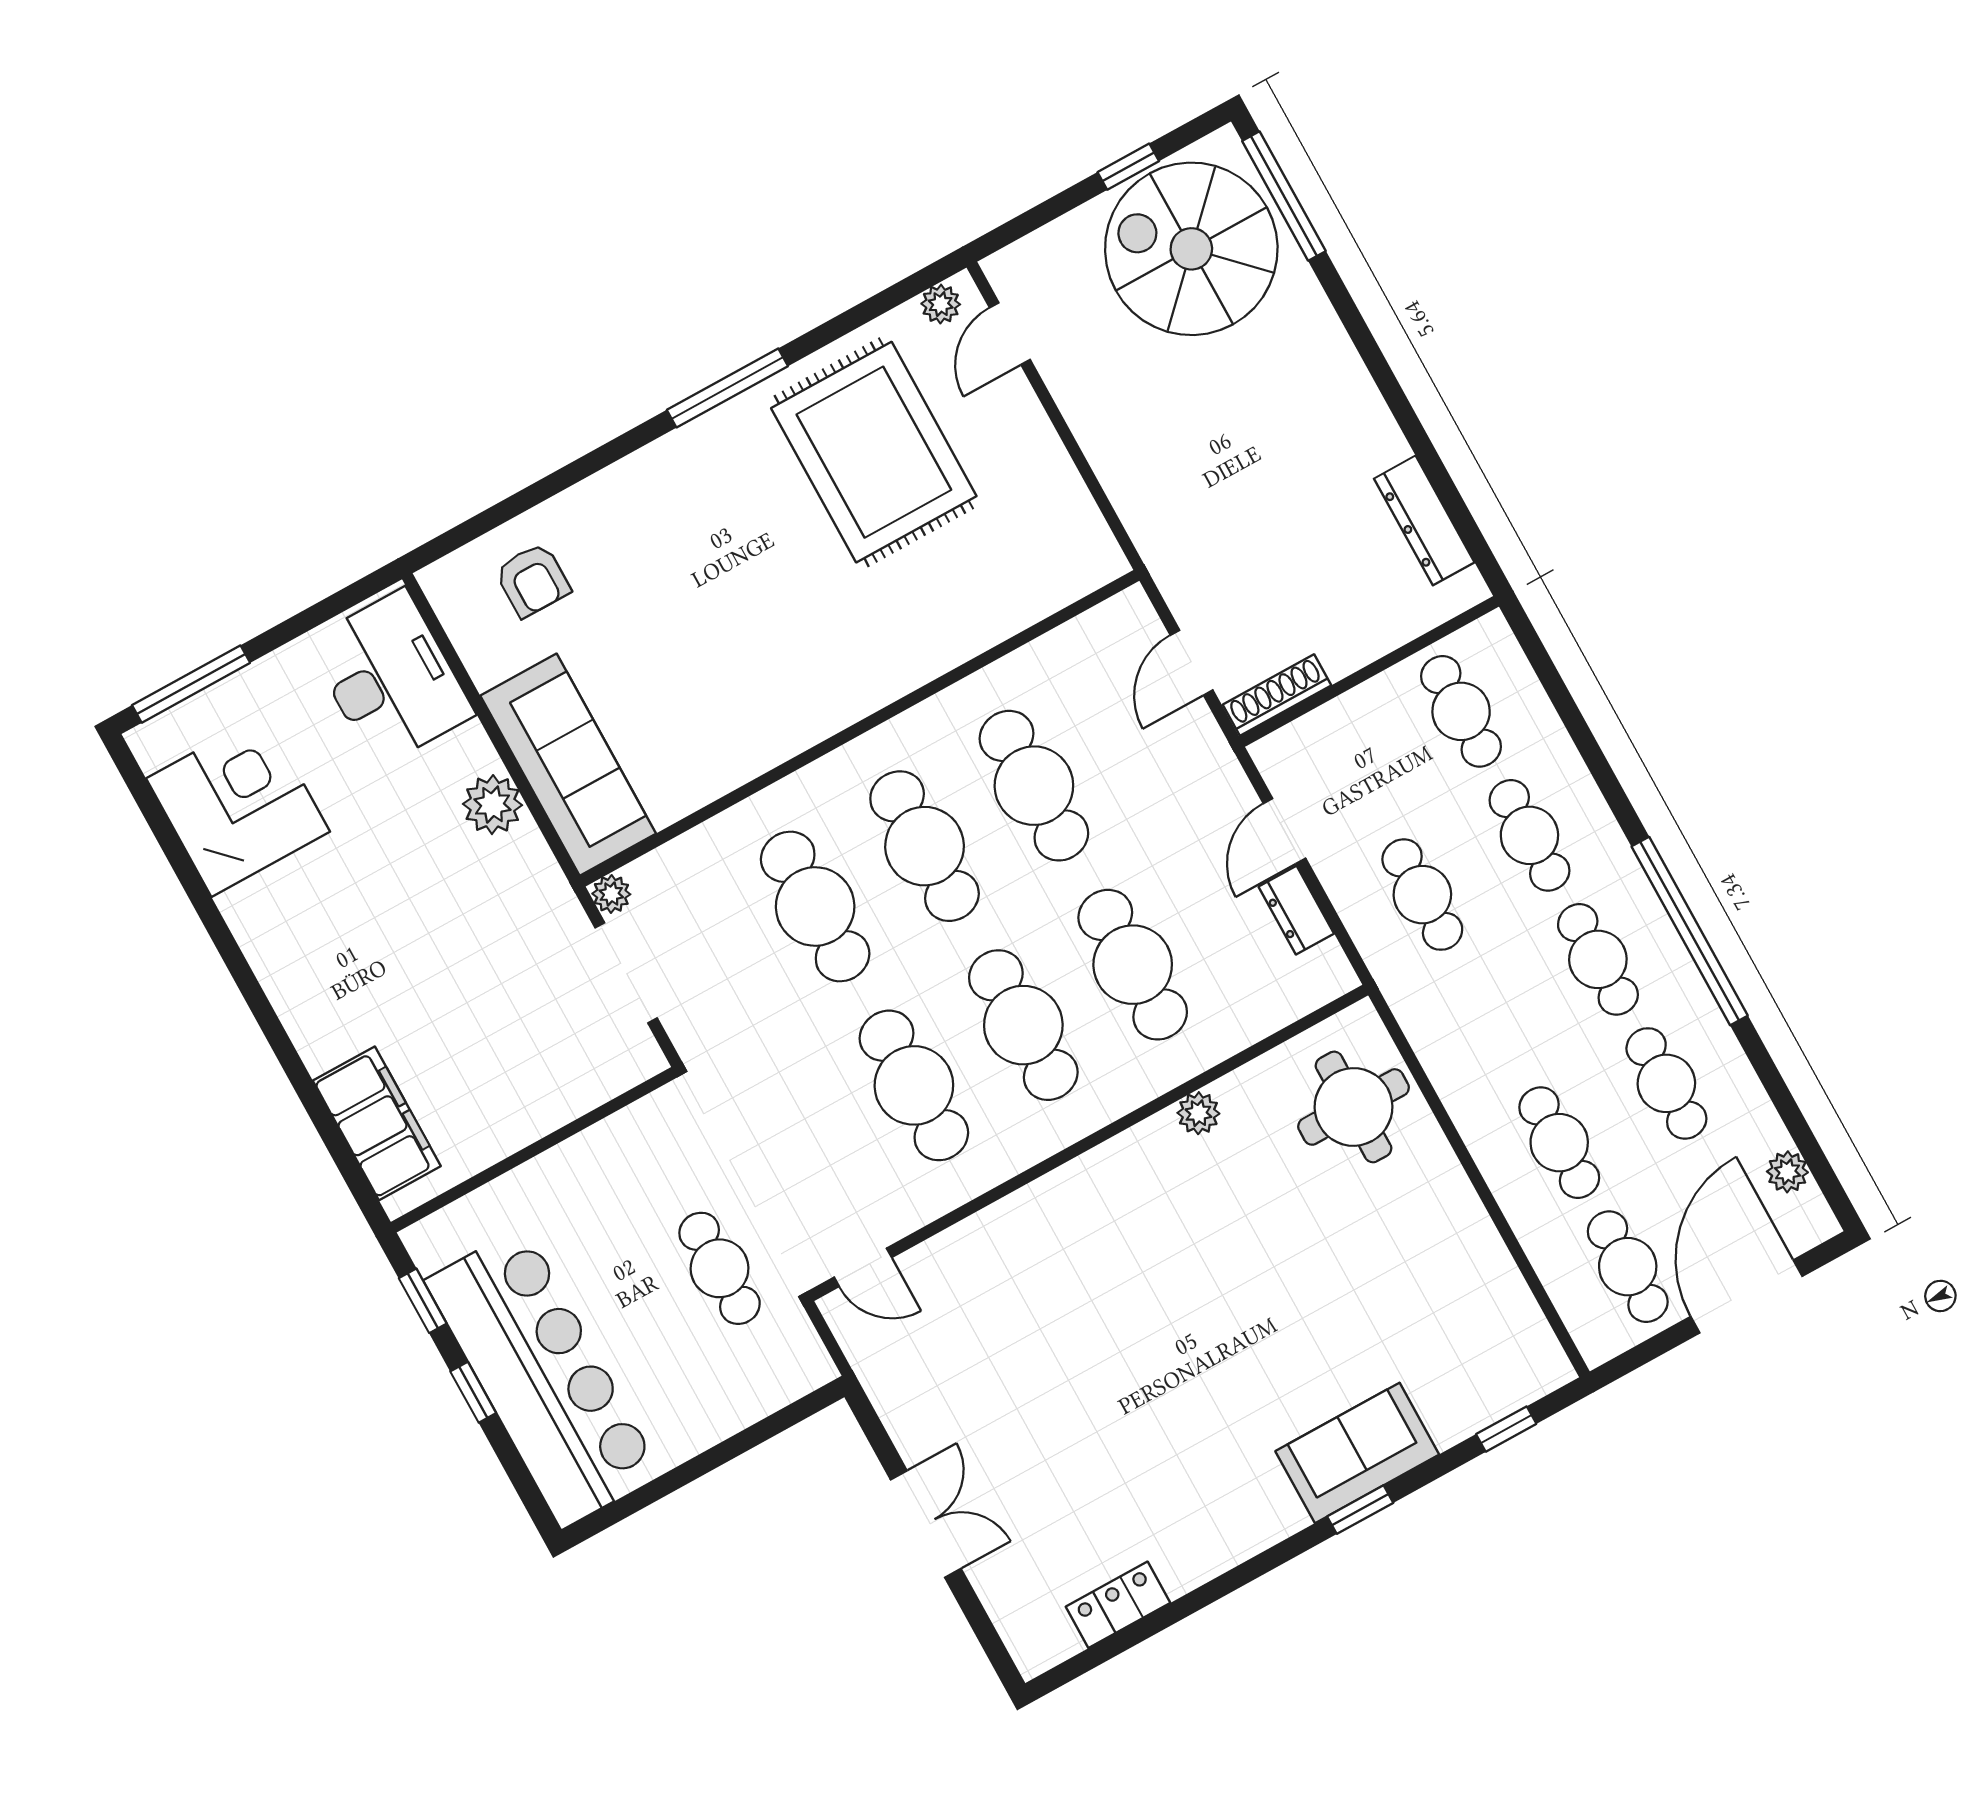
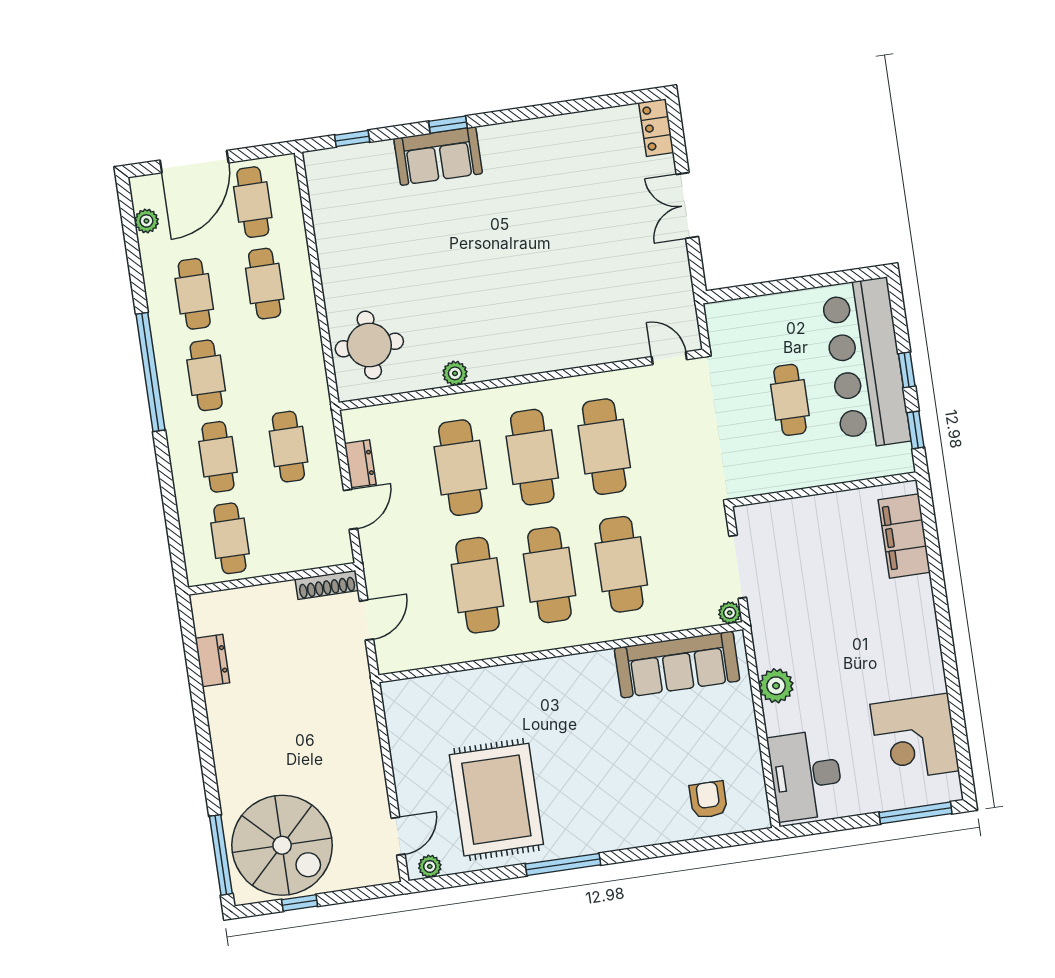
dresser: (1424, 520) -> (212, 660), width x0.70
sofa: (568, 765) -> (677, 664), moved, turned -90
cafe table: (720, 1268) -> (790, 400), moved
locker: (1118, 1605) -> (656, 128), moved, turned 90

